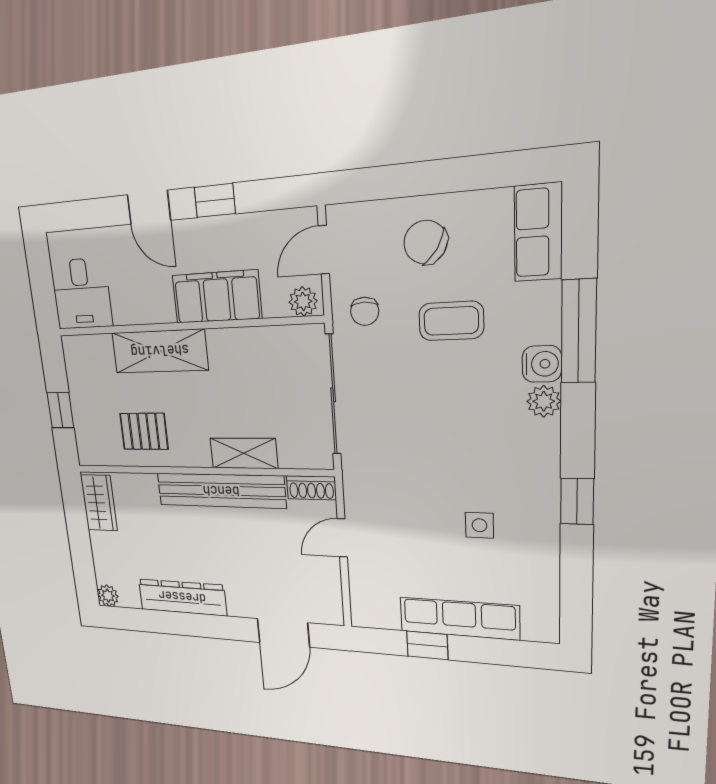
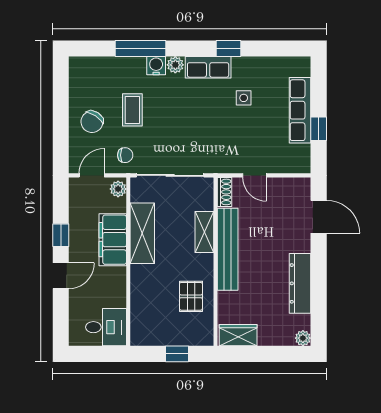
row of seats: (538, 232) -> (208, 67), moved
door: (324, 250) -> (92, 175), swing flipped
shelving: (160, 351) -> (142, 233), moved

